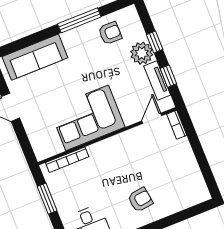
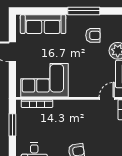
armchair: (110, 33) -> (93, 35), moved
corner sofa: (87, 118) -> (44, 80), moved

